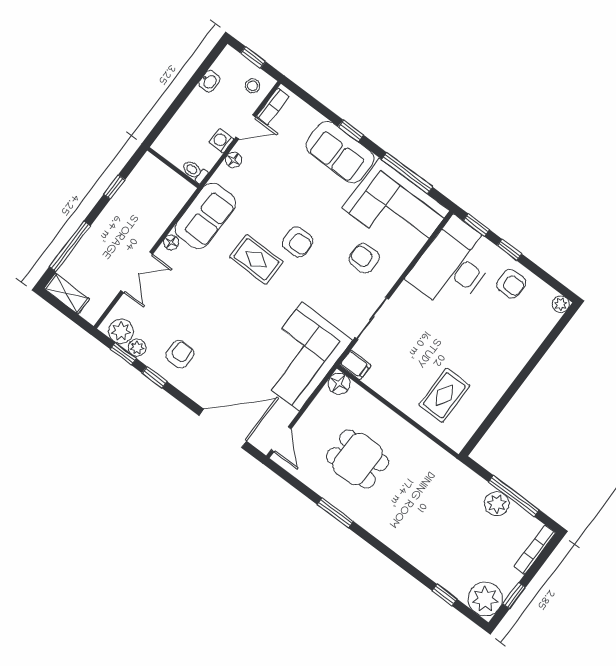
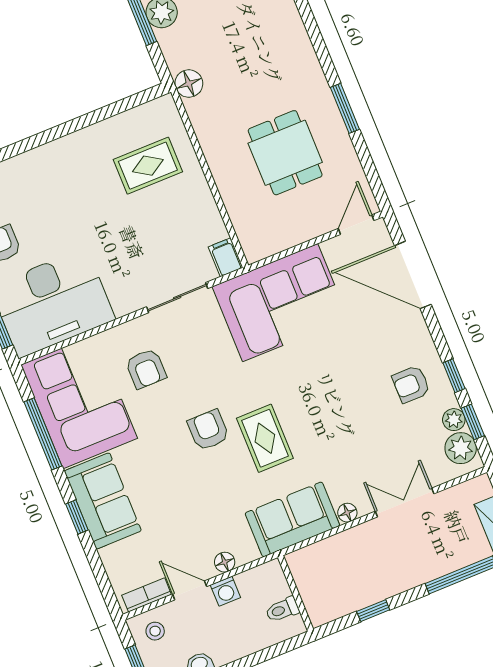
toilet: (195, 171) -> (282, 610), moved, turned 90
floor lamp: (339, 384) -> (189, 84), moved

